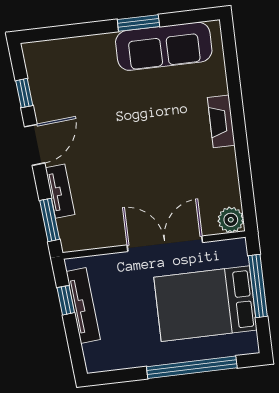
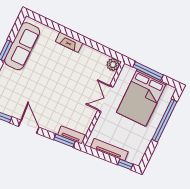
tv unit: (60, 191) -> (71, 135), moved
double door: (165, 244) -> (105, 99), width x0.73
window: (66, 300) -> (125, 164), moved

